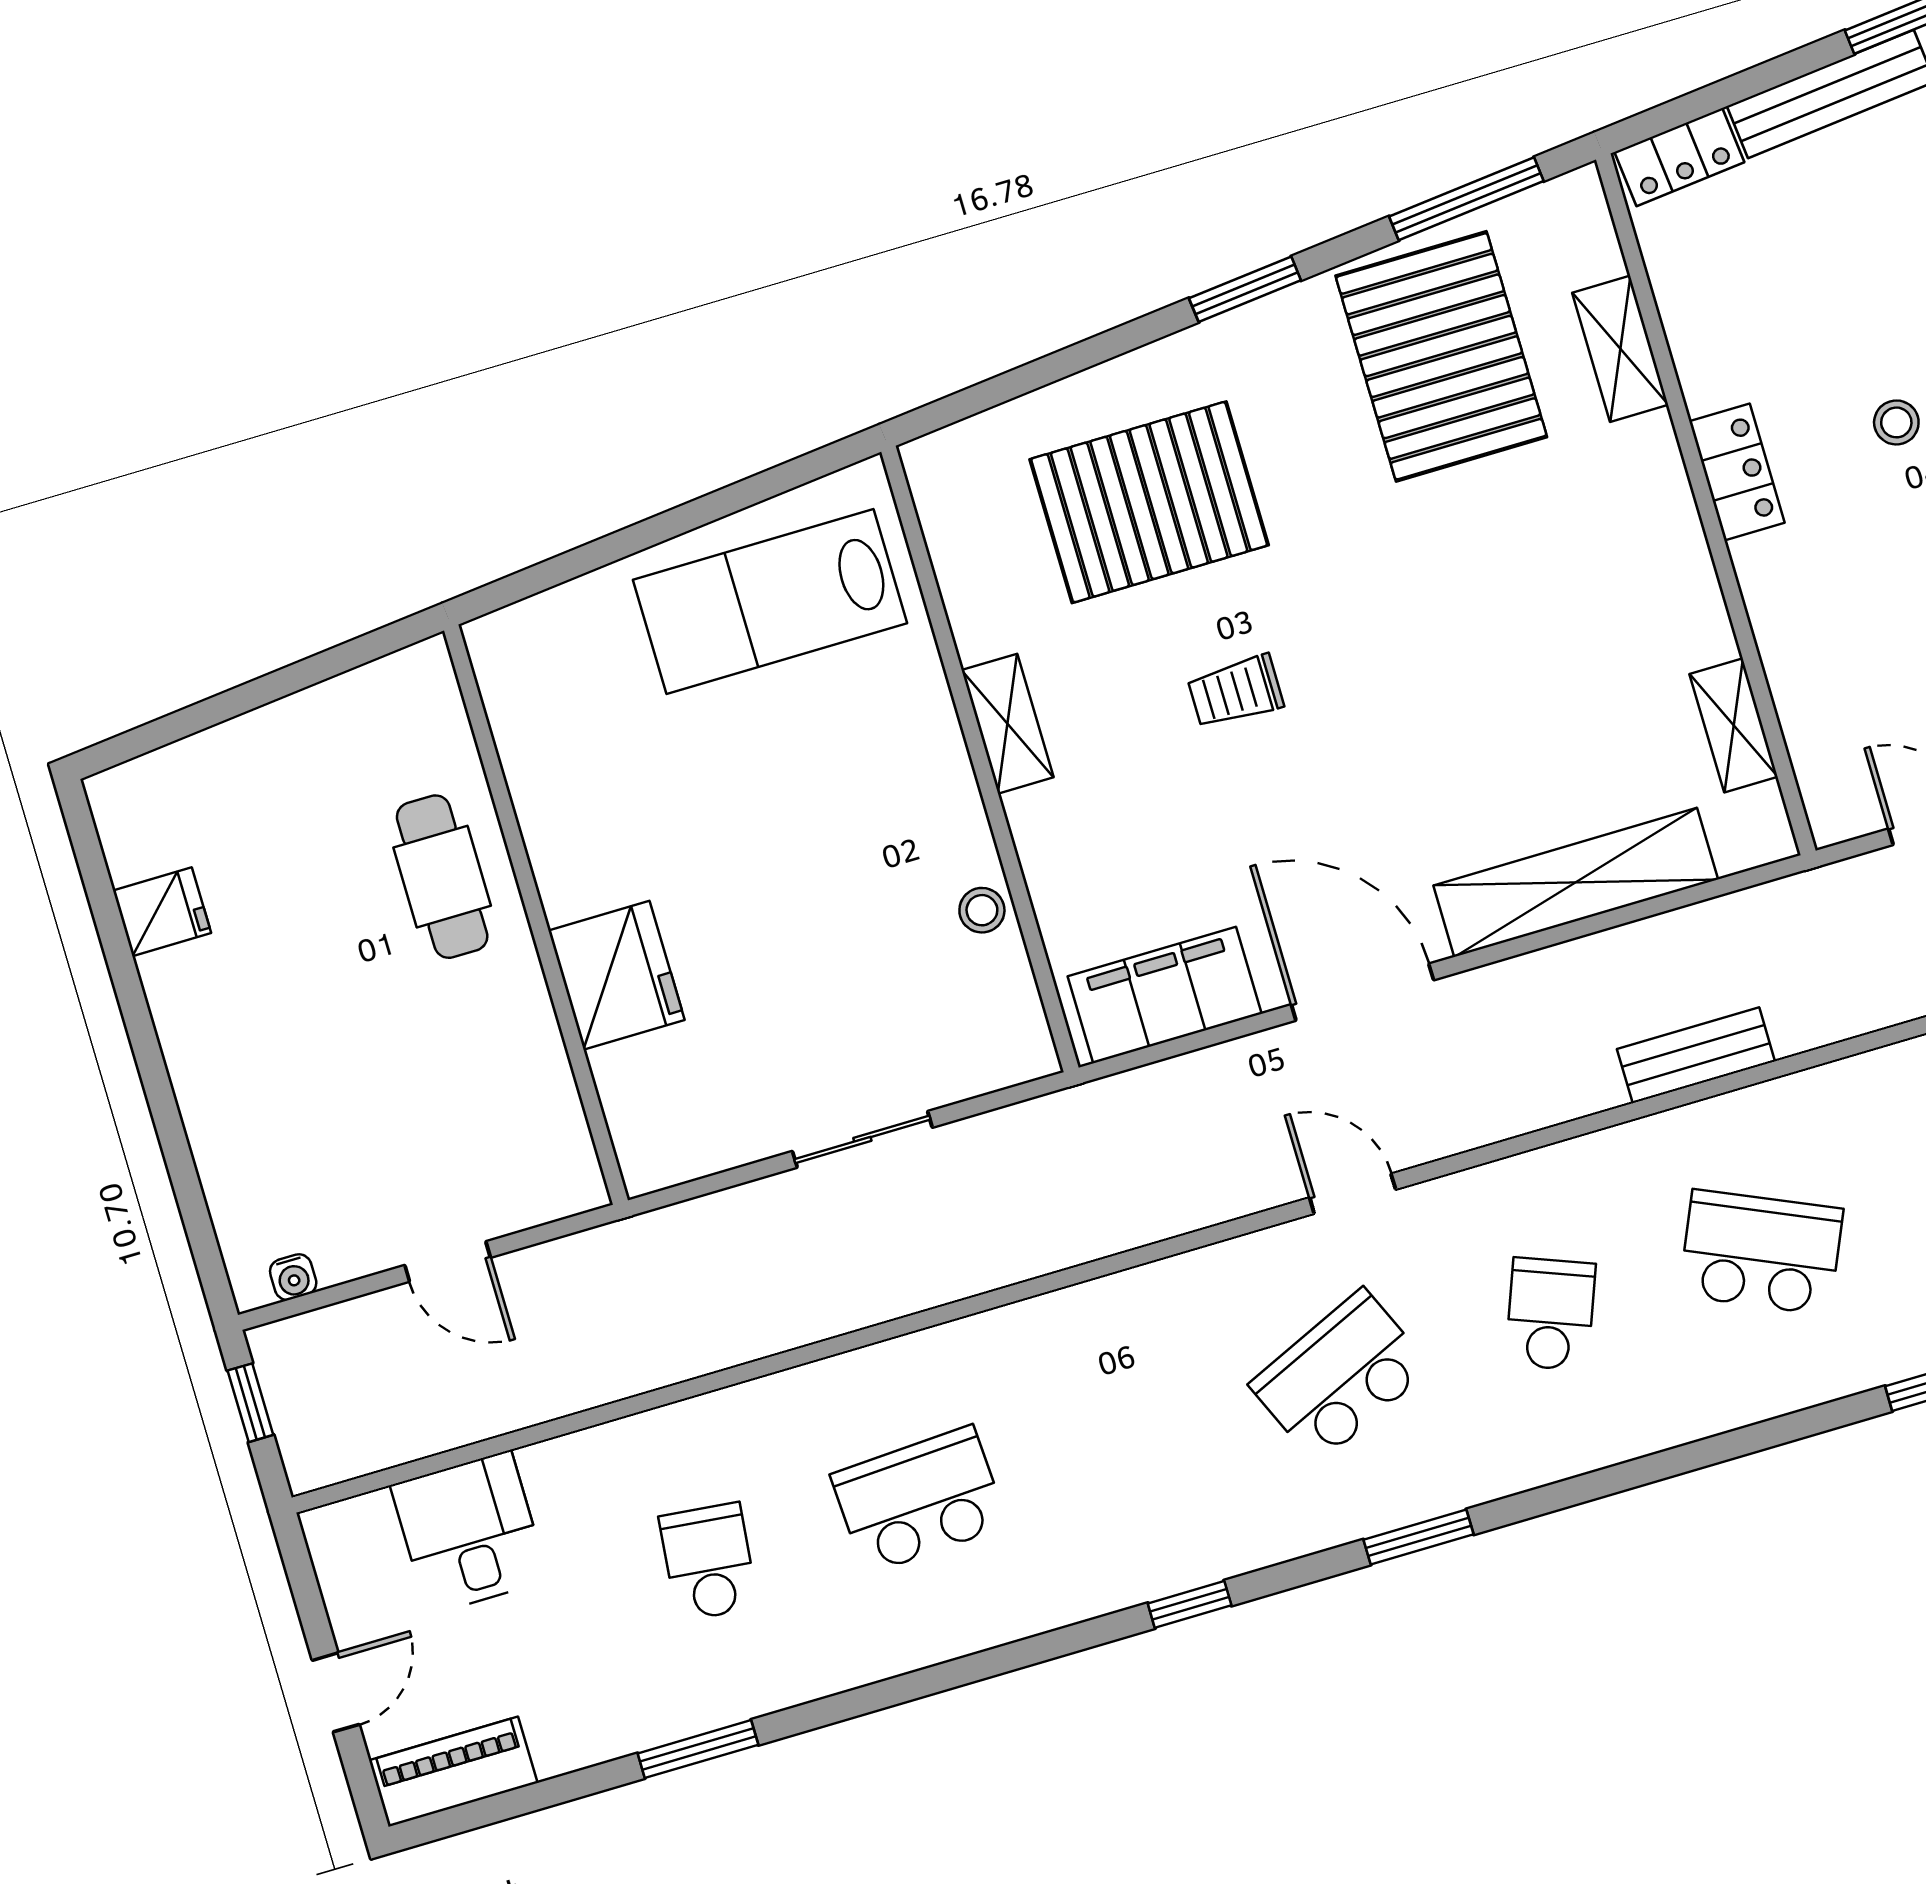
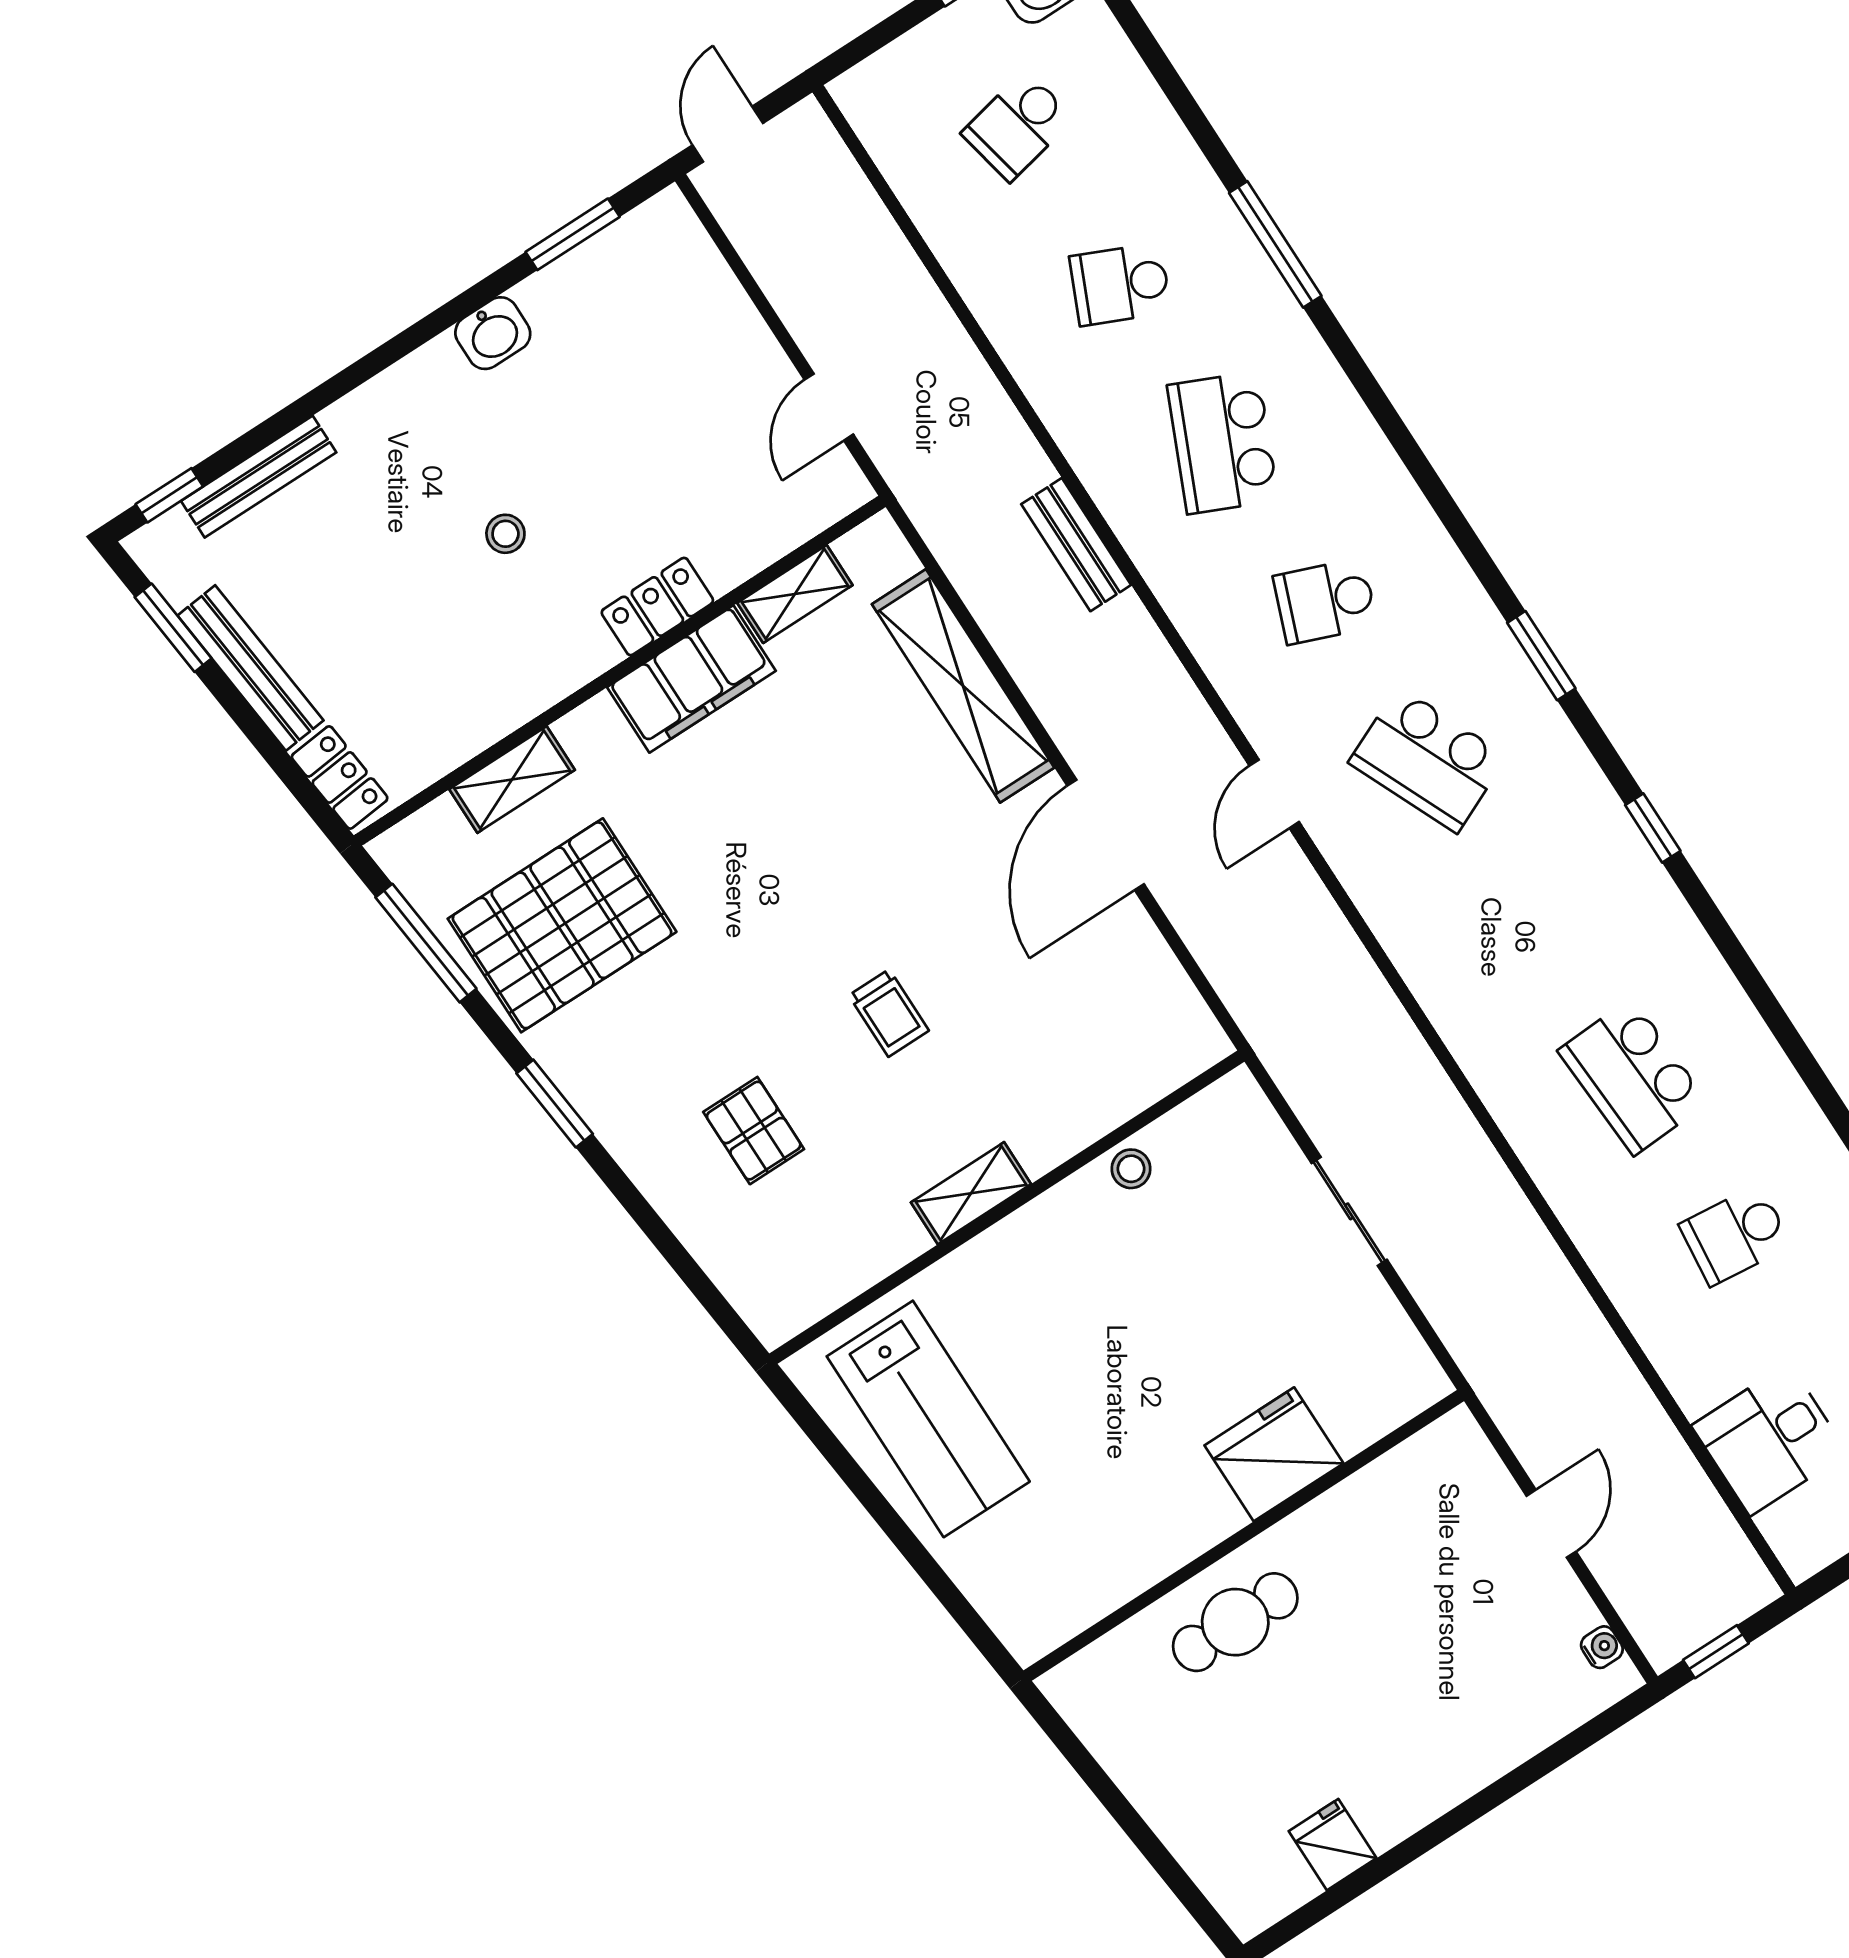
locker: (1737, 472) -> (657, 607), moved
pallet: (1149, 502) -> (754, 1131), width x0.49, depth x0.50
filing cabinet: (1165, 995) -> (691, 679), moved, turned -90

